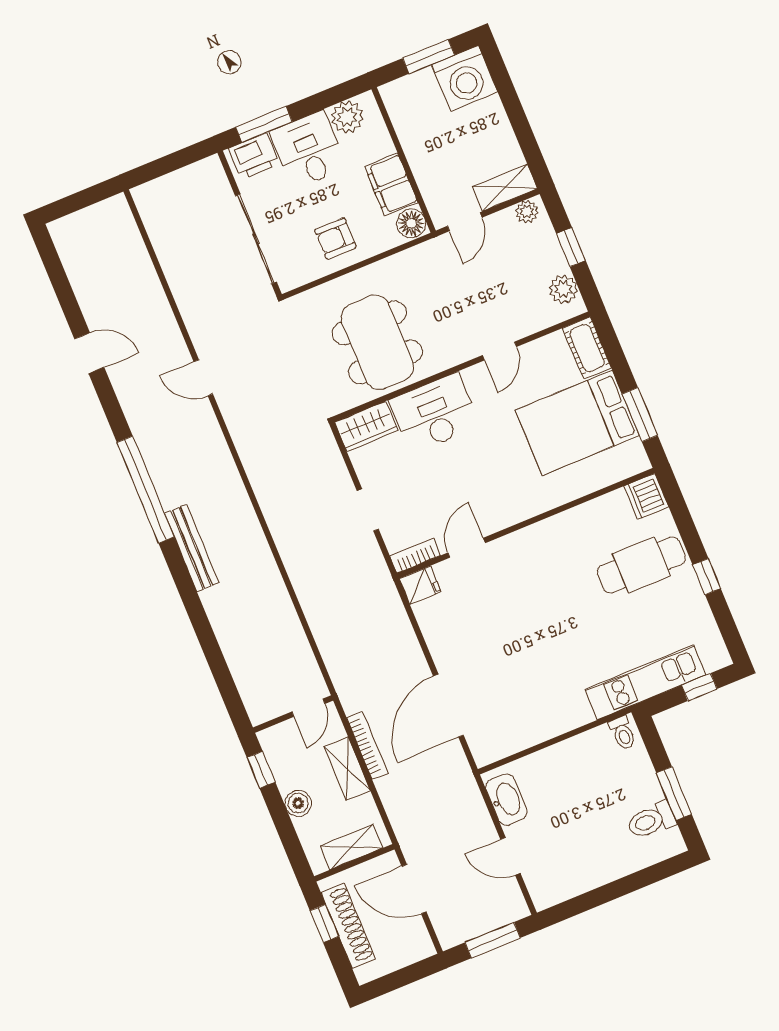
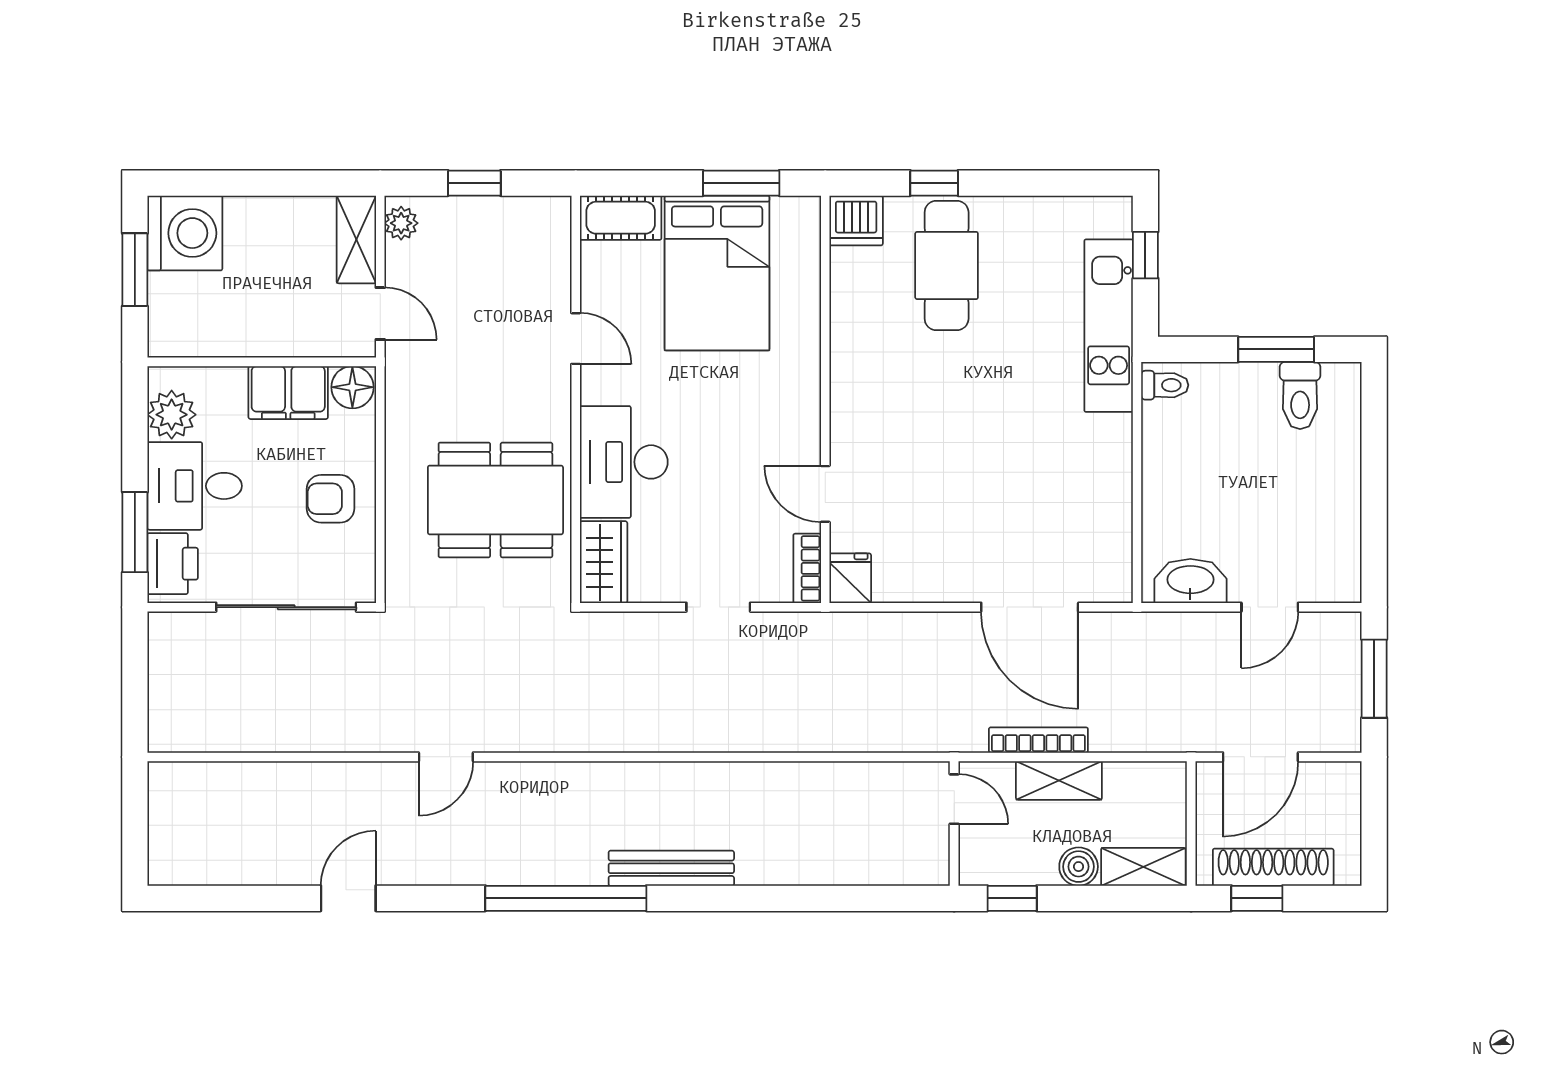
armchair: (336, 239) -> (331, 499), turned 90
plant: (563, 289) -> (527, 217), removed
window: (707, 577) -> (934, 183), moved
shelving: (351, 847) -> (1143, 867), moved, turned 90

